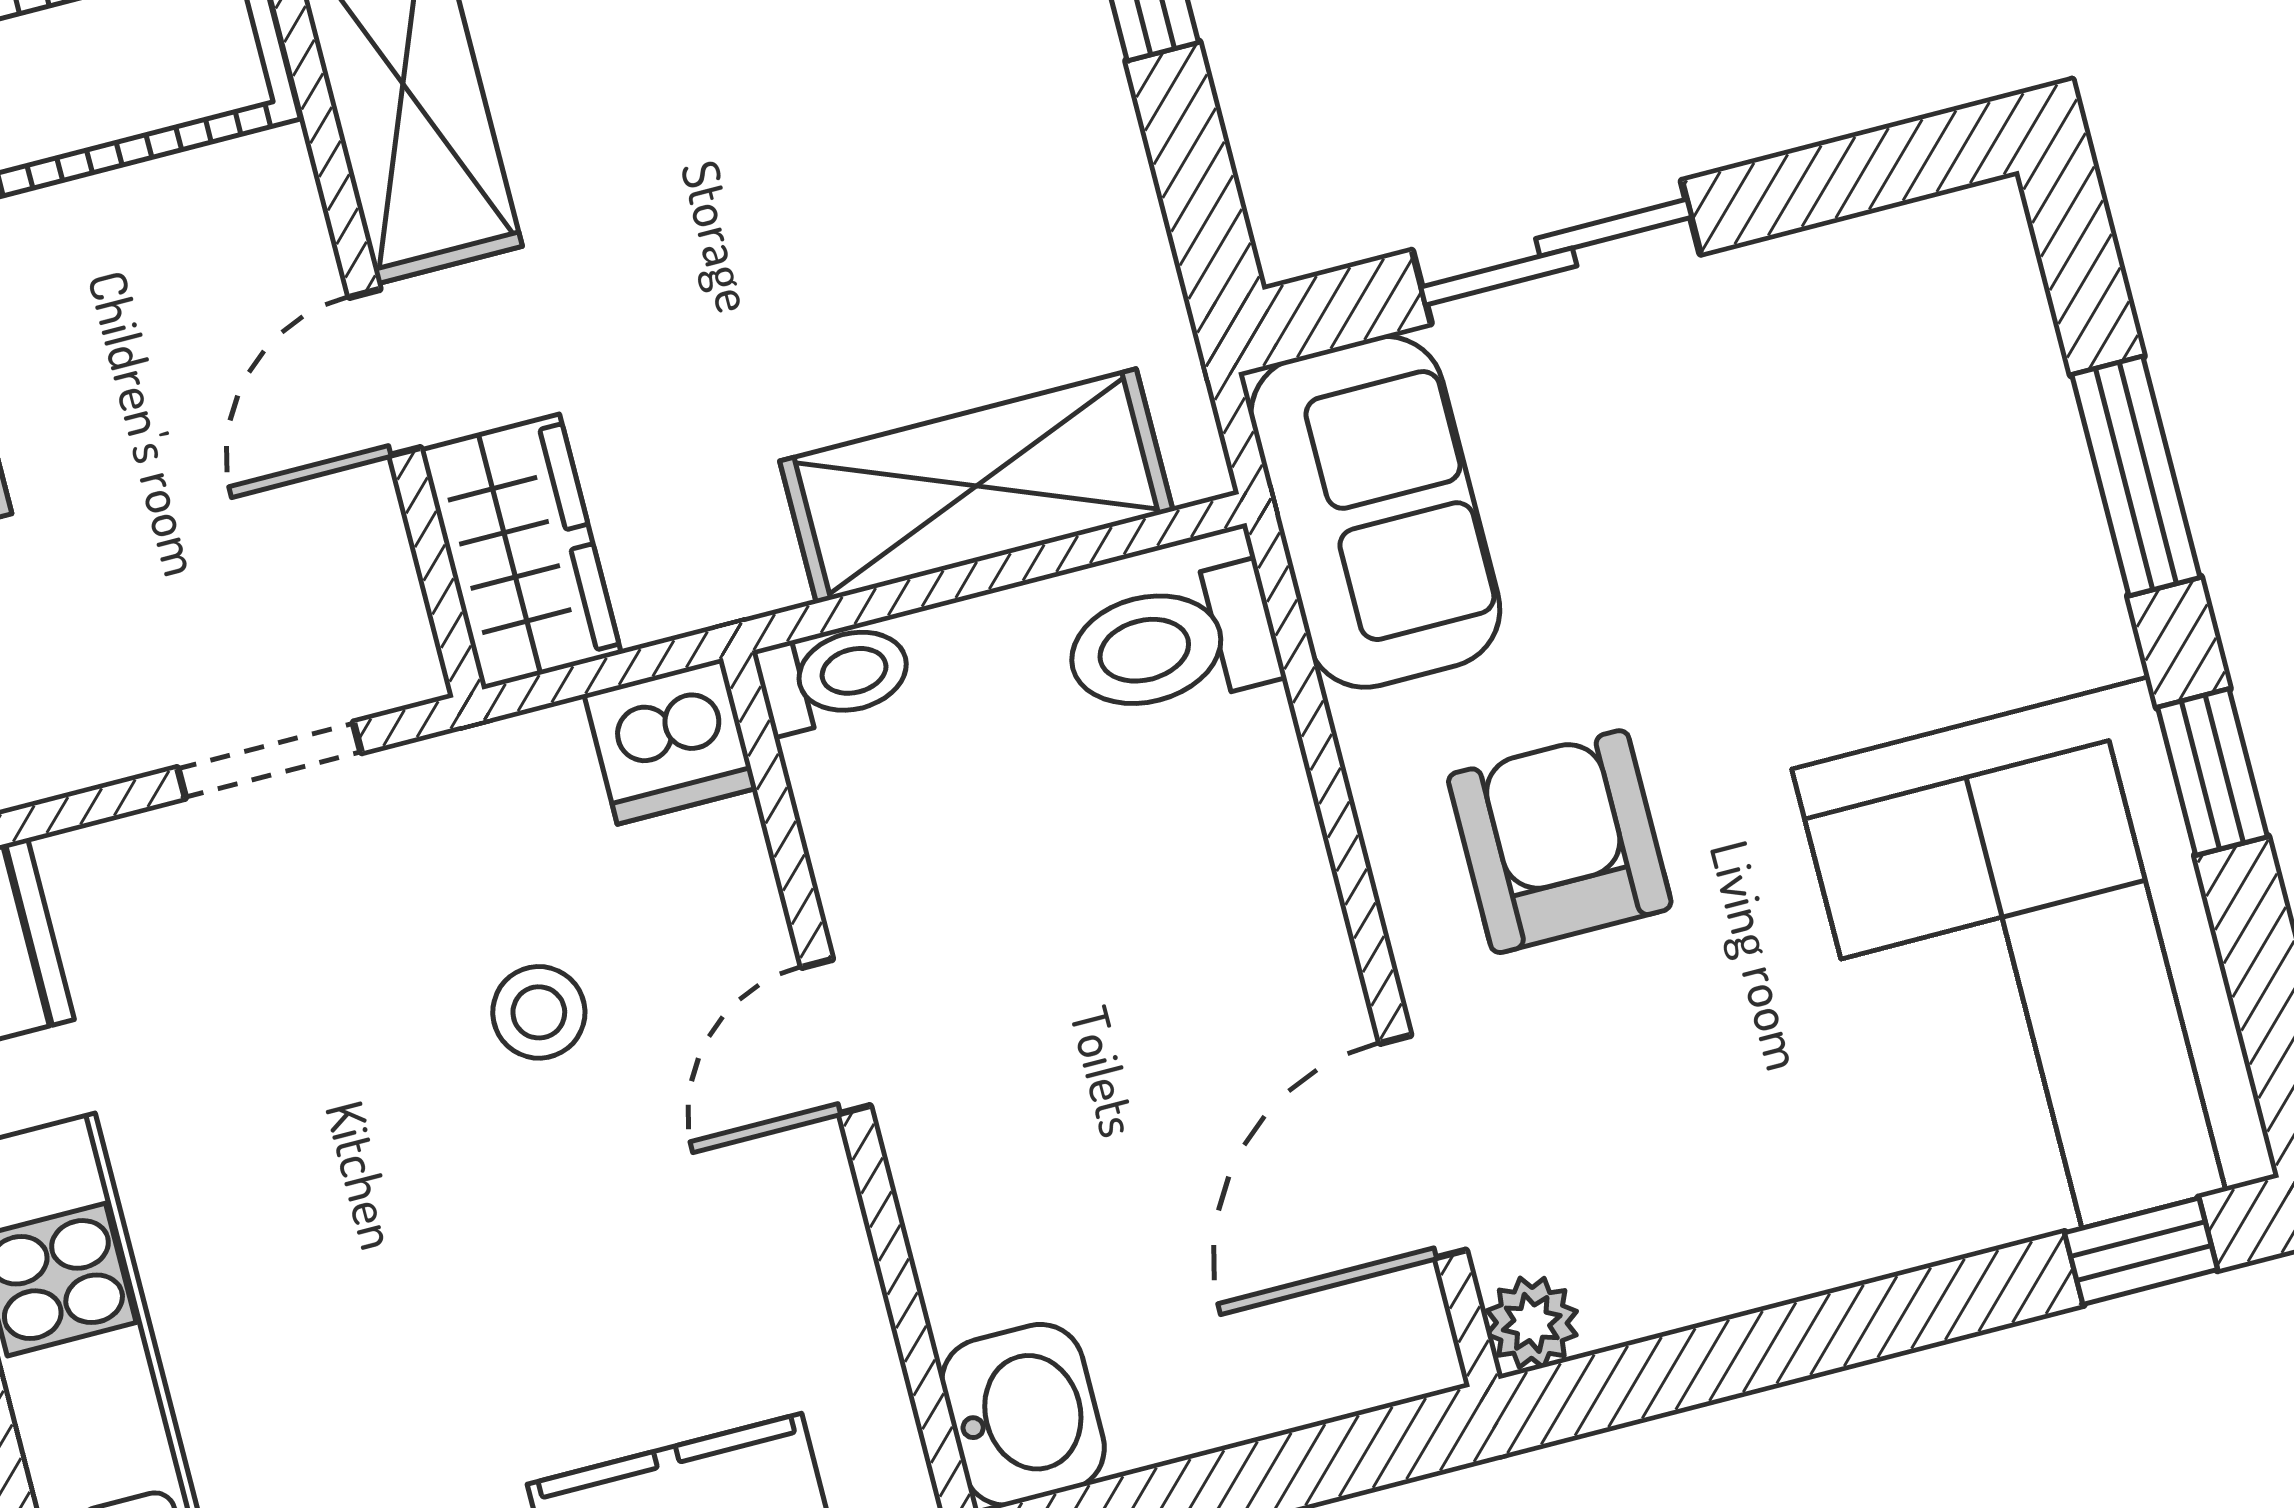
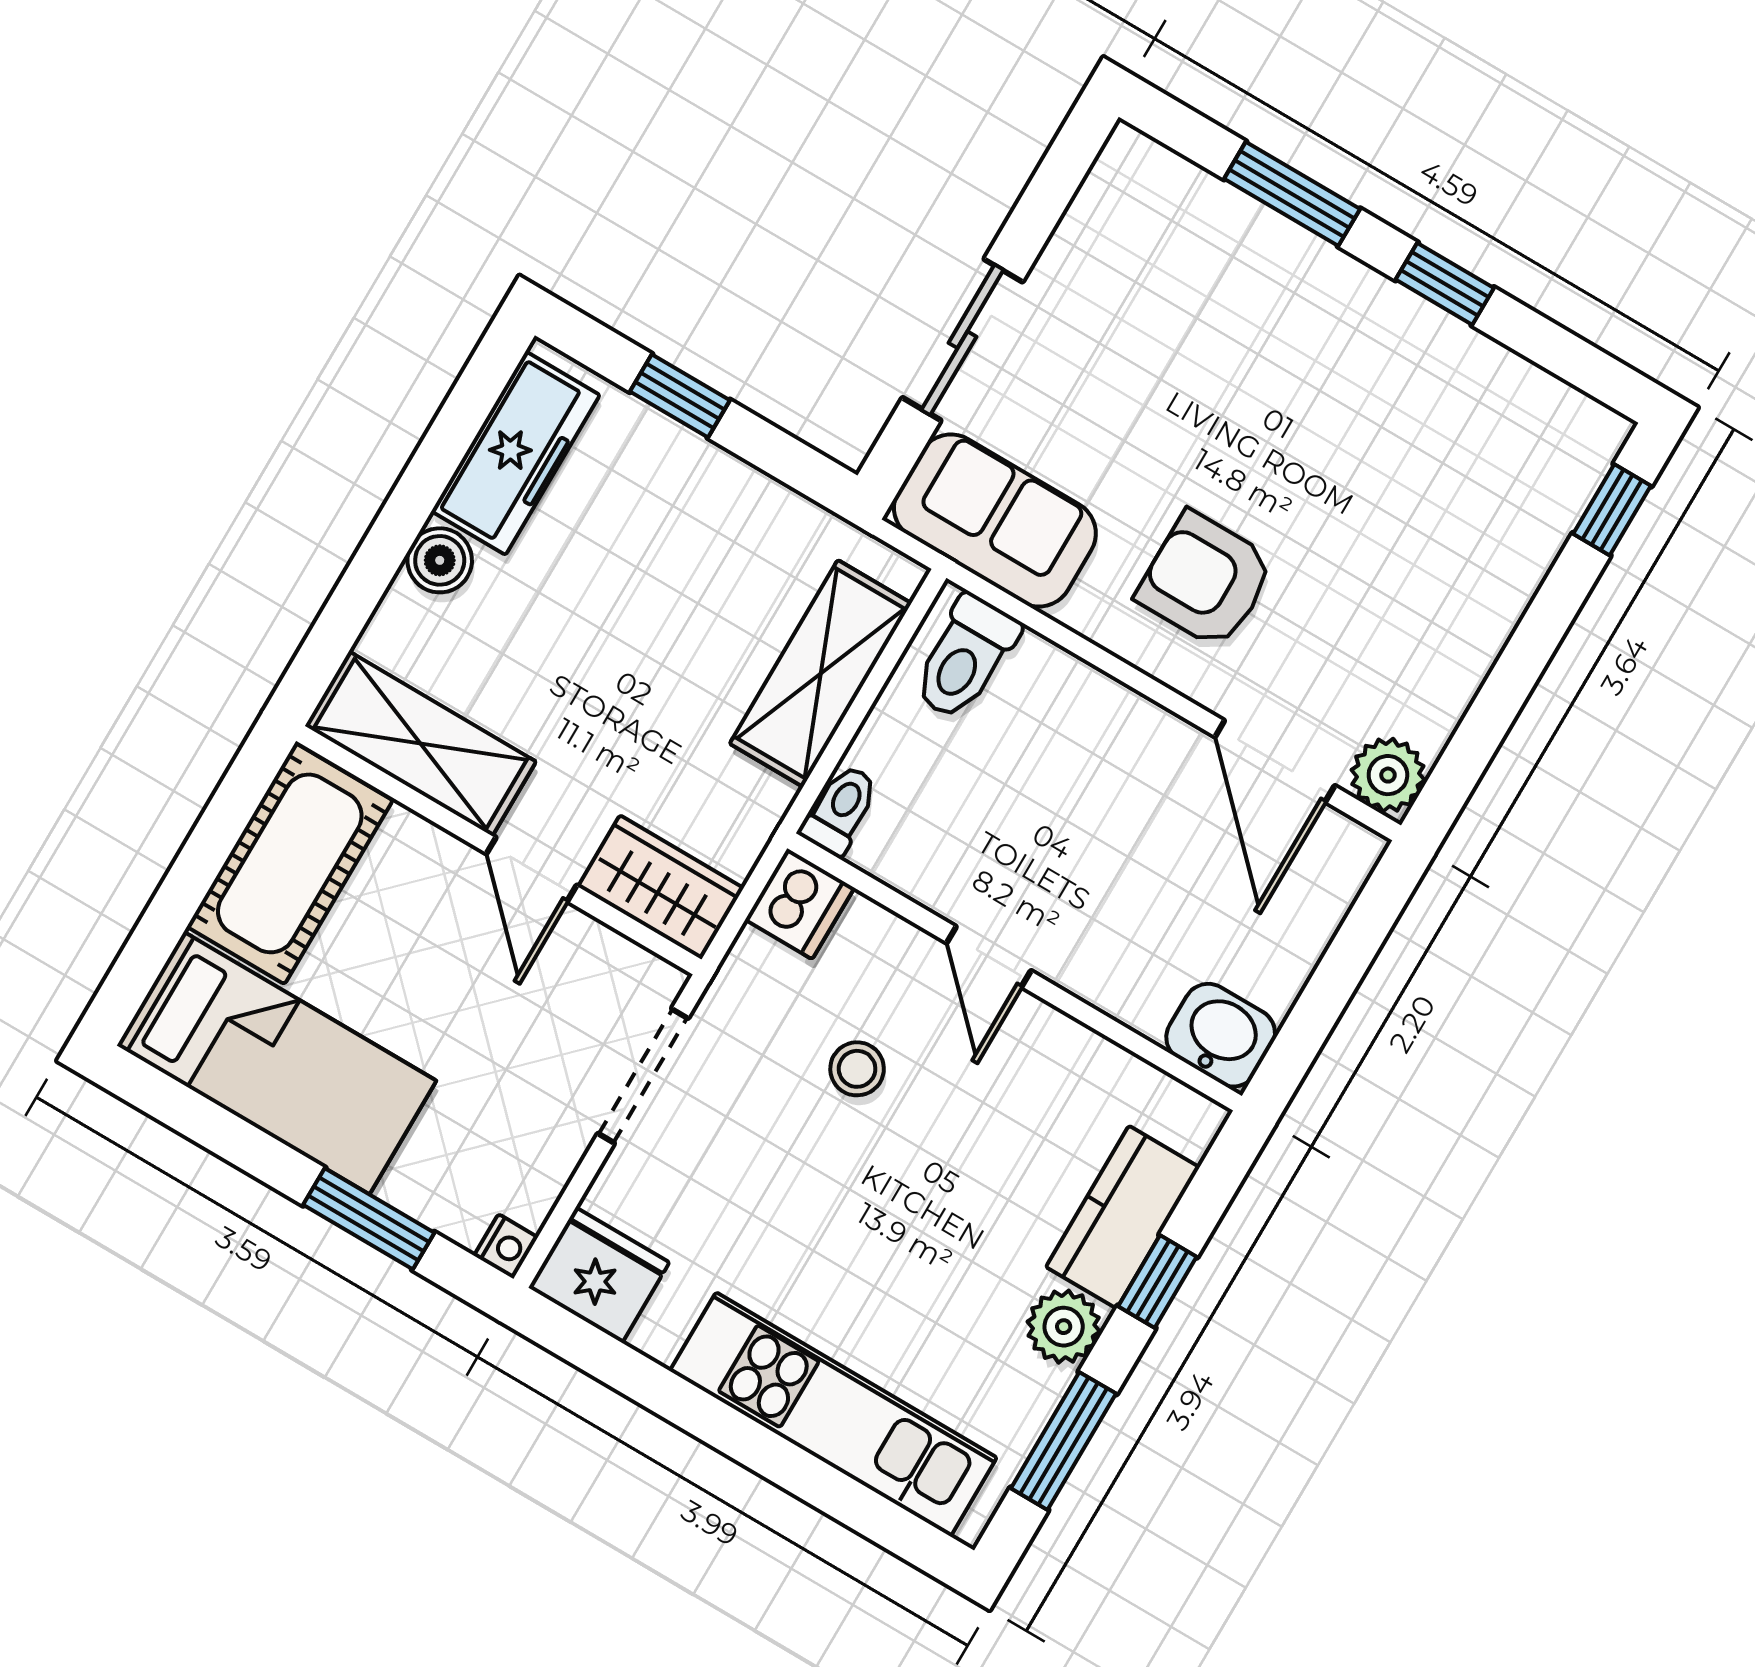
doorway: (269, 760) -> (643, 1076), width x1.38
corner sofa: (2036, 973) -> (1455, 439), removed
plant: (1532, 1323) -> (1388, 775), width x1.38, depth x1.38

